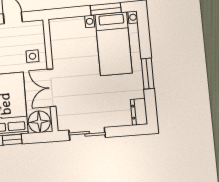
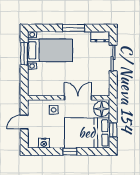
double door: (52, 88) -> (78, 98), swing flipped
sliding door: (87, 134) -> (113, 58), moved

